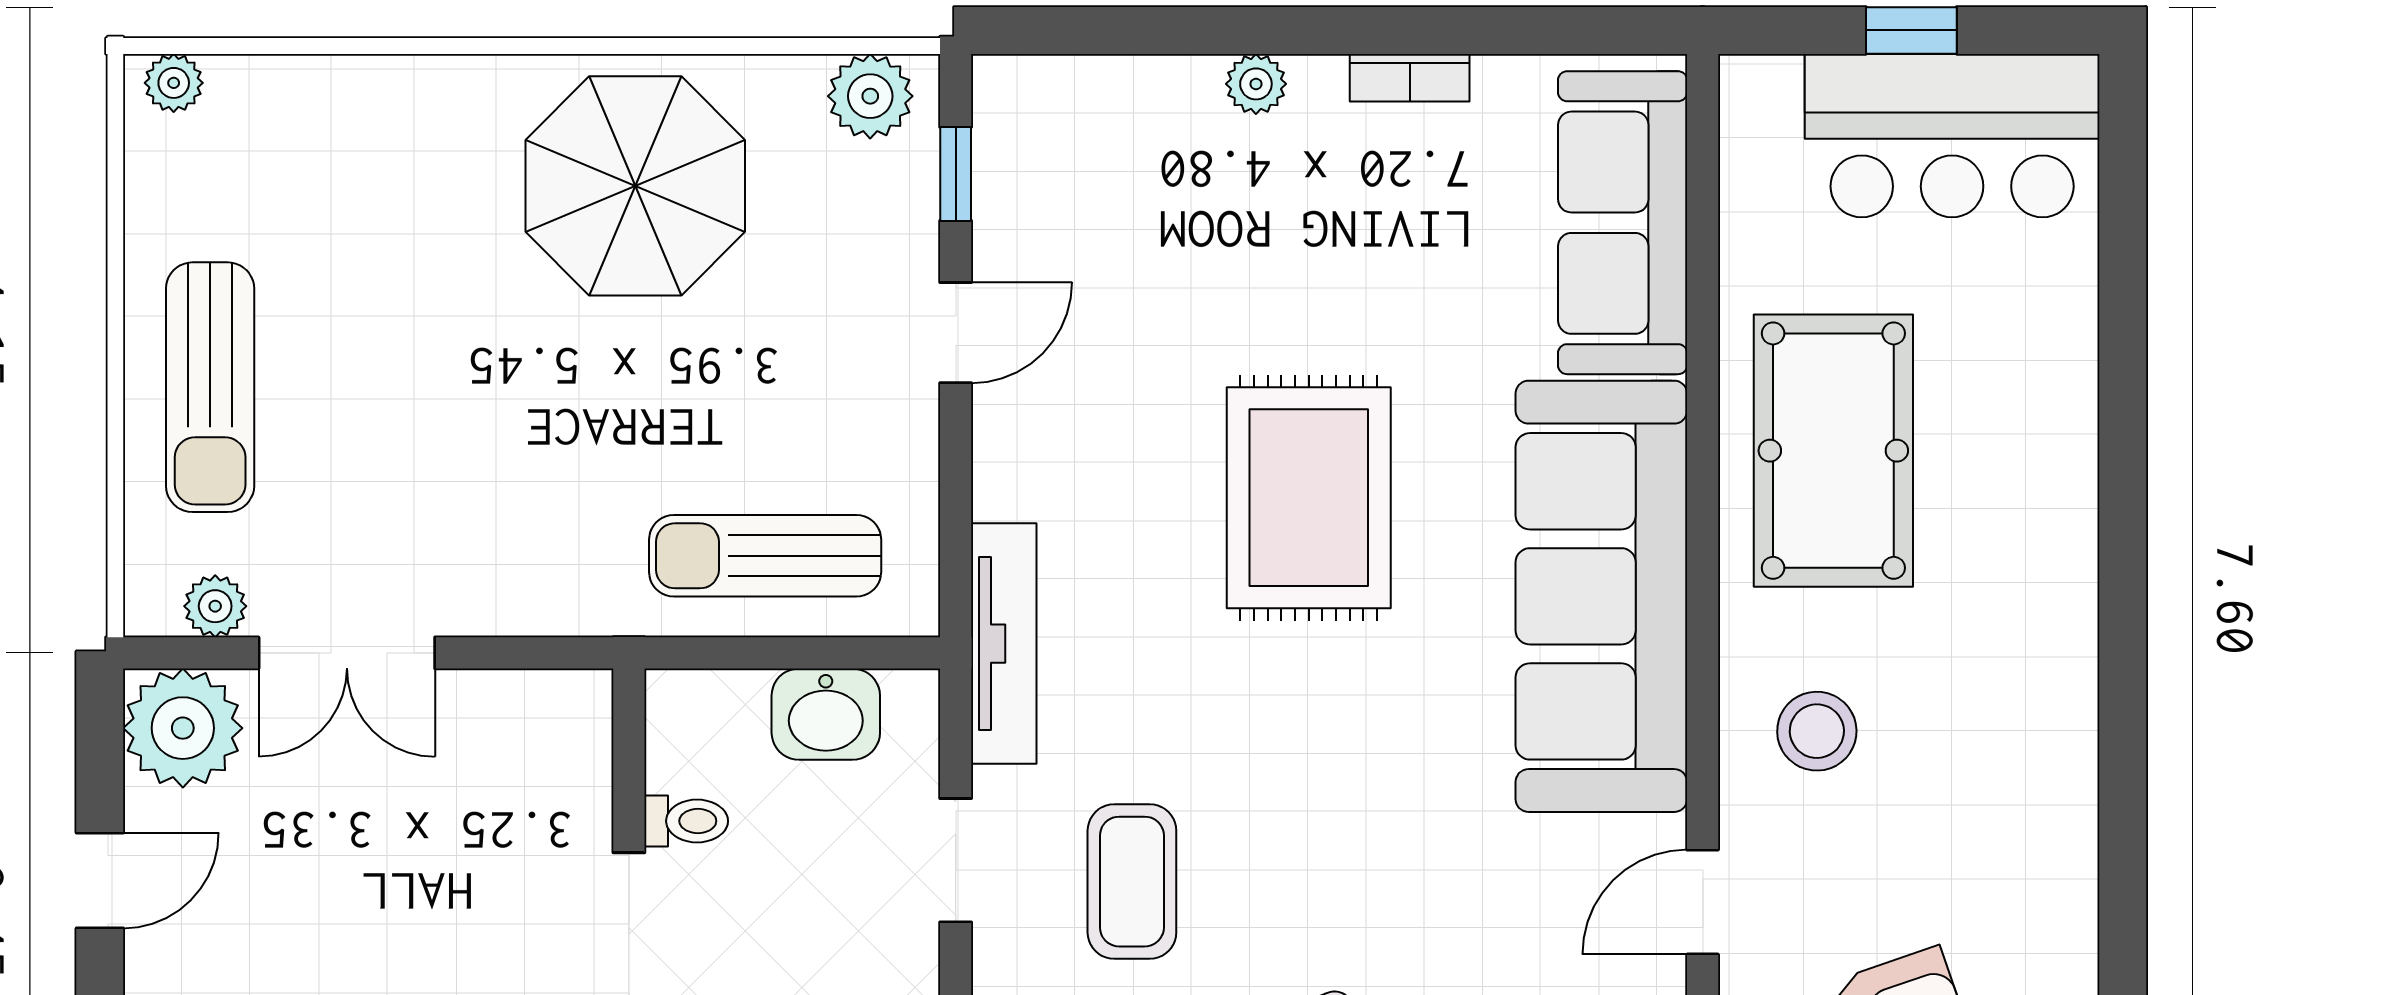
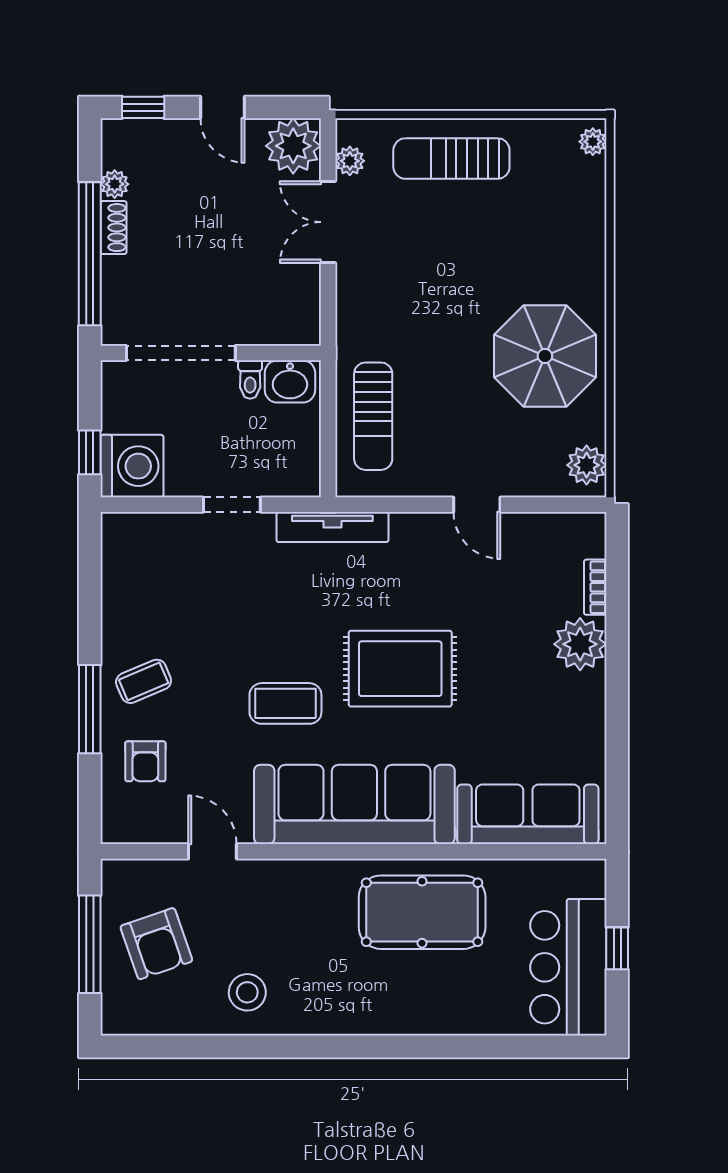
bookcase: (1410, 78) -> (595, 587), moved
plant: (1256, 84) -> (580, 644), width x1.87, depth x1.87
window: (956, 174) -> (551, 505), removed
sun lounger: (765, 556) -> (373, 416), turned 180
washbasin: (826, 714) -> (290, 381), moved, turned -90
stool: (1817, 731) -> (247, 992), moved
coffee table: (1132, 882) -> (285, 703), moved

